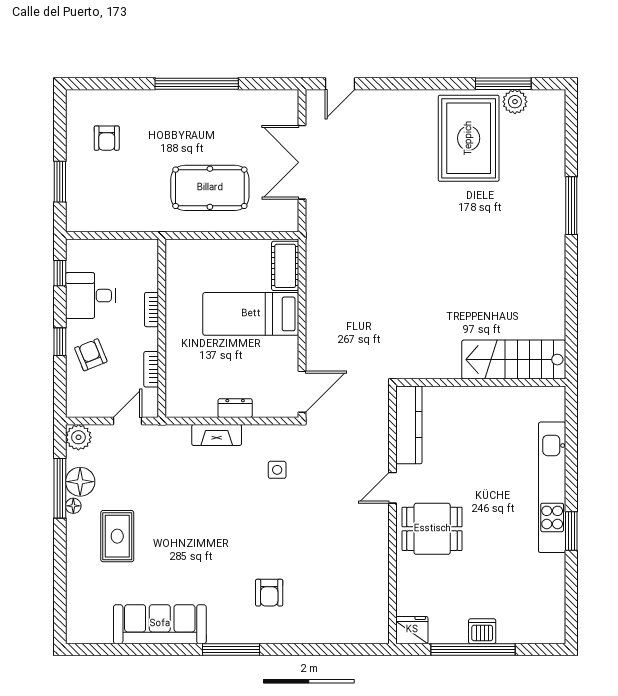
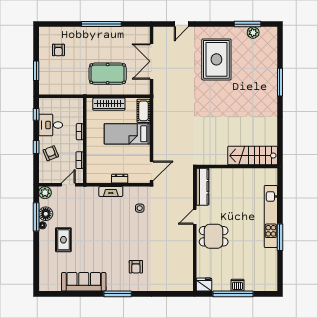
door: (340, 84) -> (181, 24), moved
rug: (469, 138) -> (216, 59), moved
wardrobe: (213, 252) -> (109, 104), added
window: (571, 531) -> (280, 237), width x1.44

